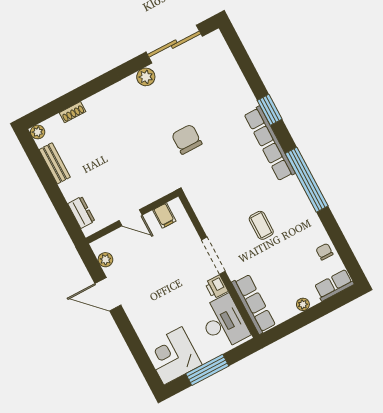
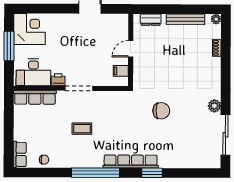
bench: (55, 163) -> (185, 19), width x1.36
plant: (105, 260) -> (113, 19), removed
plant: (303, 304) -> (18, 128), removed

